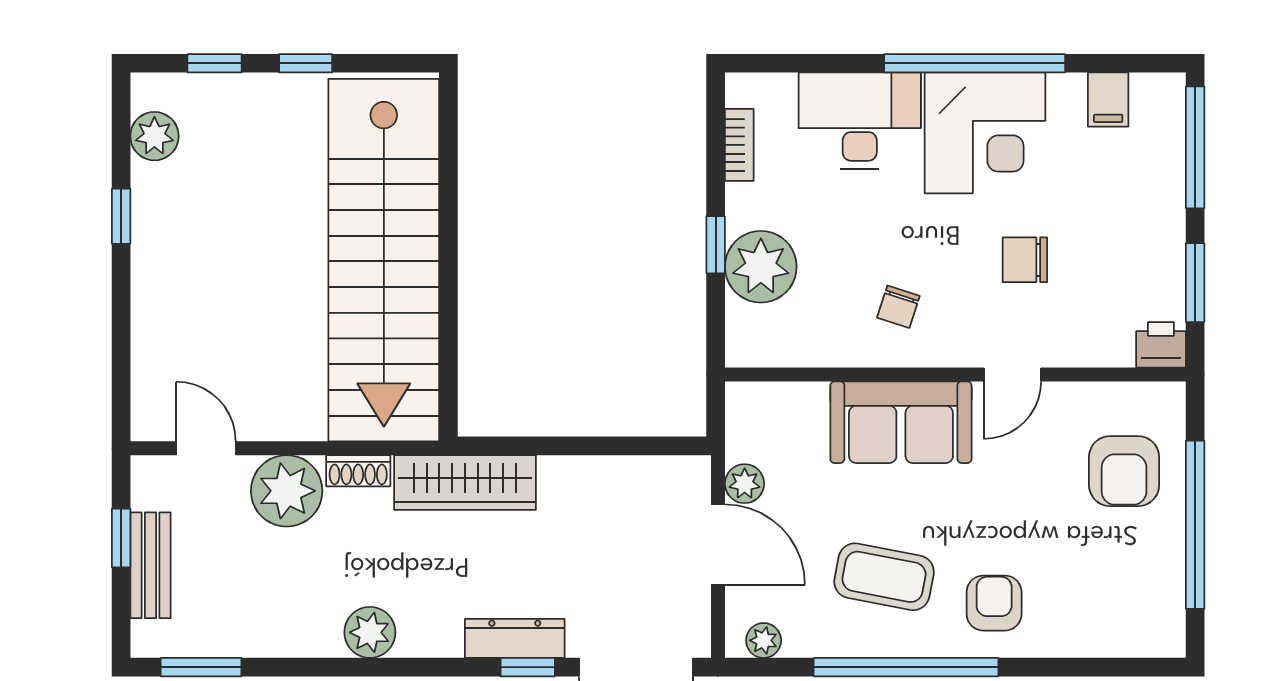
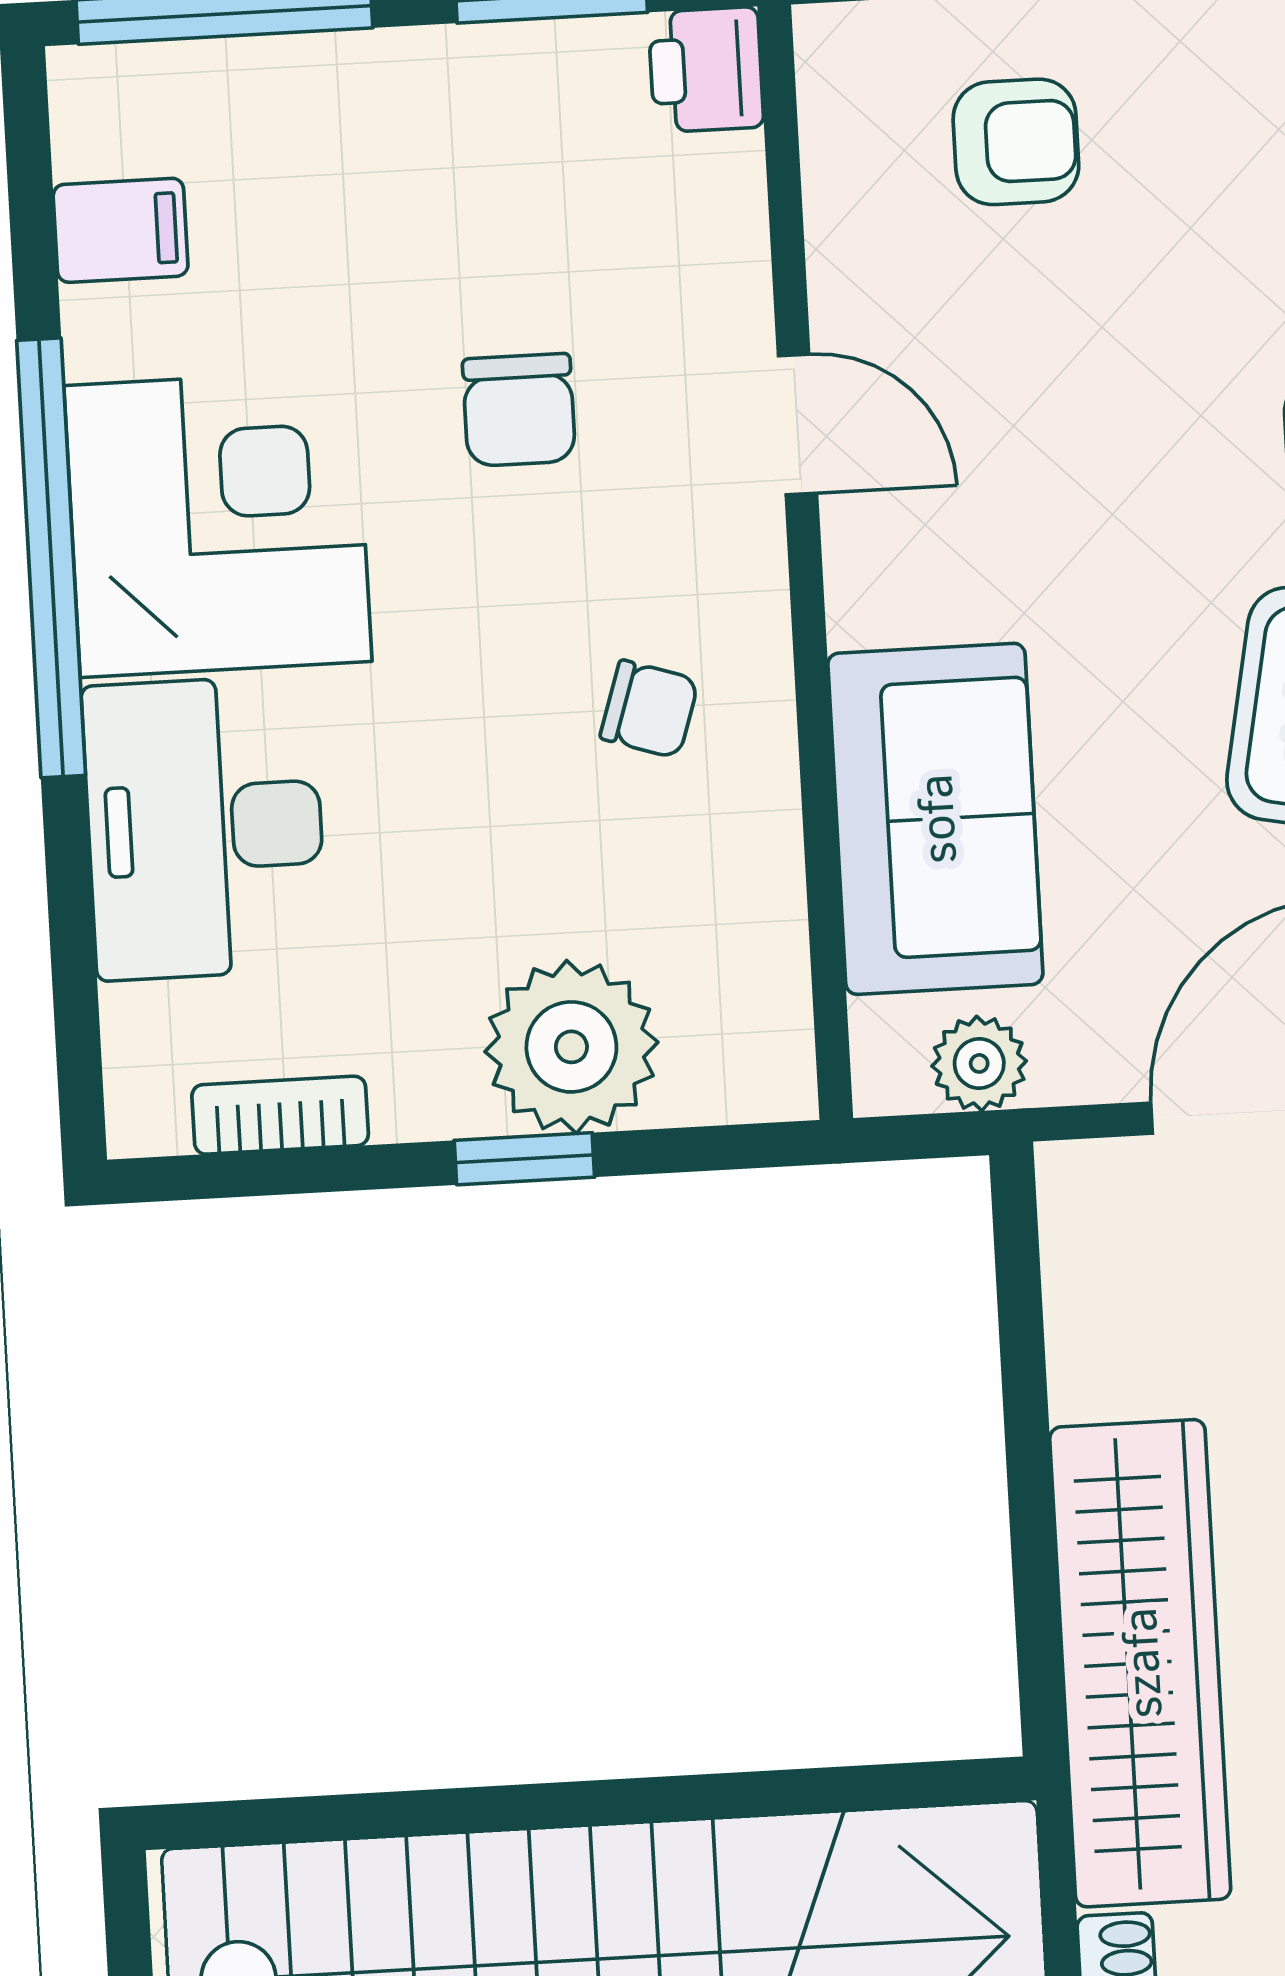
sofa: (901, 422) -> (935, 819), moved
armchair: (1124, 471) -> (1016, 142), width x0.72, depth x0.72
wardrobe: (465, 483) -> (1140, 1663), width x1.40, depth x1.17
plant: (745, 484) -> (979, 1063), moved

